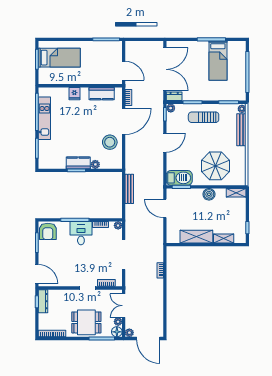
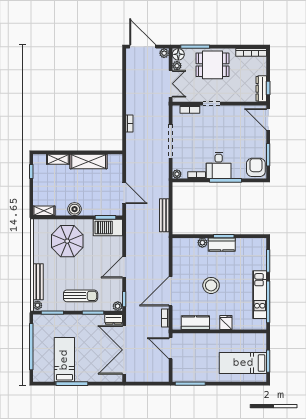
stool: (110, 142) -> (211, 285), moved

